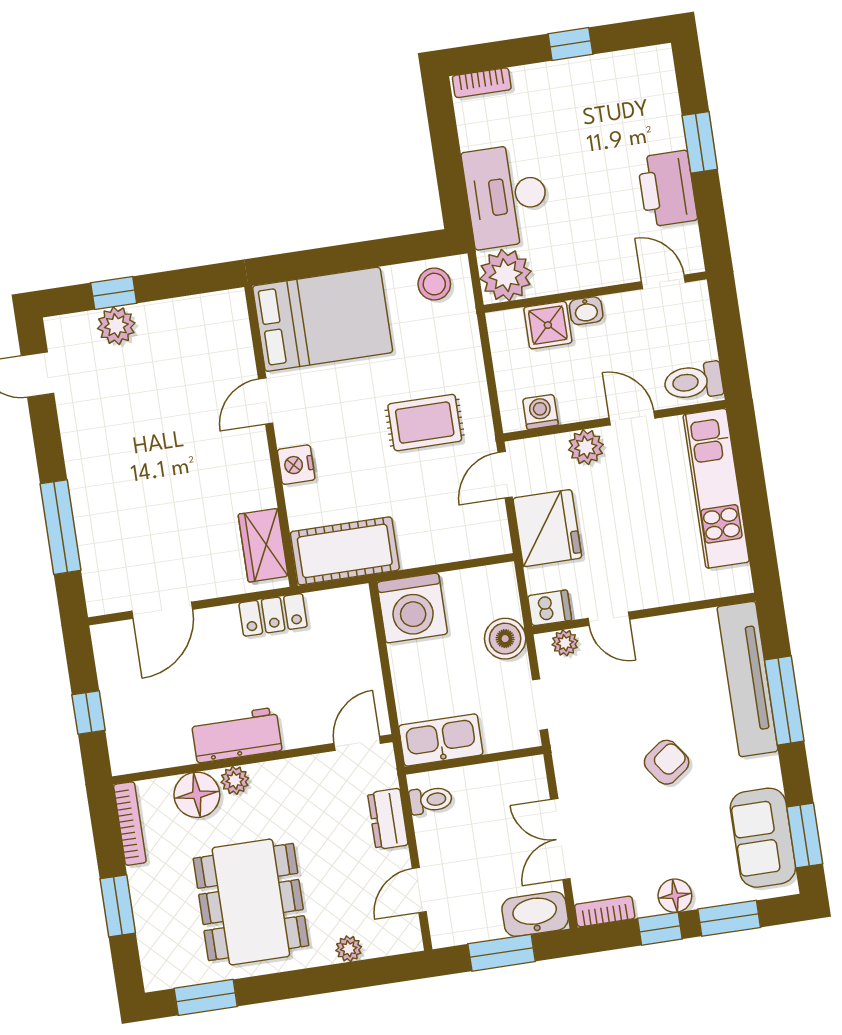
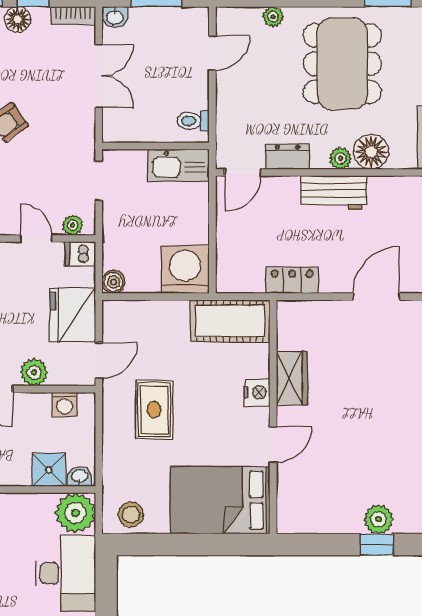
washbasin: (586, 311) -> (80, 476), moved
rug: (425, 423) -> (154, 410), turned 90
wardrobe: (263, 545) -> (292, 378), moved
boiler: (505, 639) -> (114, 282), moved, width x0.73, depth x0.73
dresser: (388, 819) -> (287, 157), moved, turned -90
washbasin: (535, 914) -> (115, 17), width x0.52, depth x0.69

